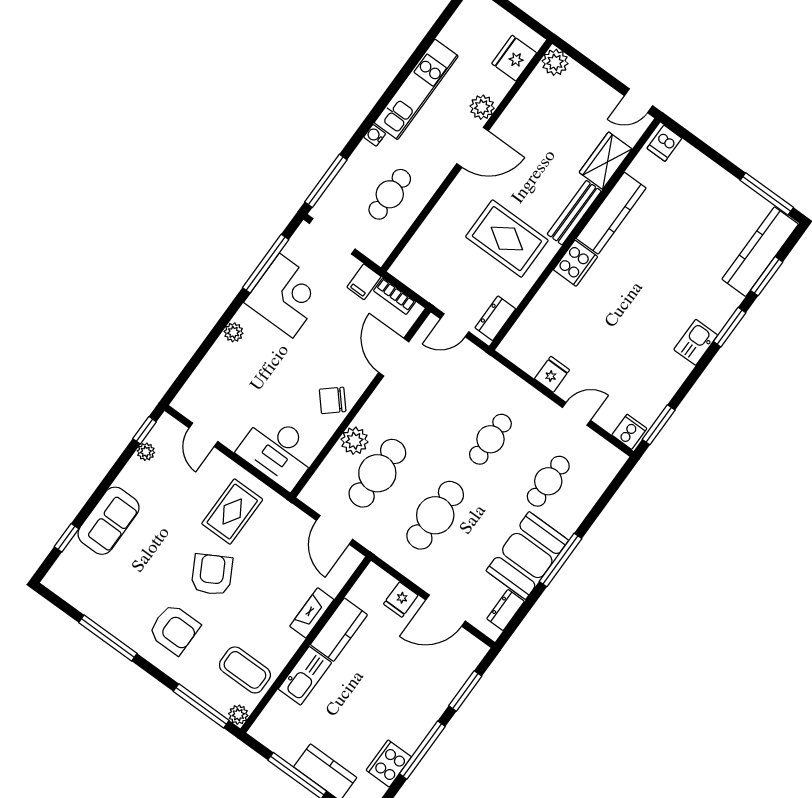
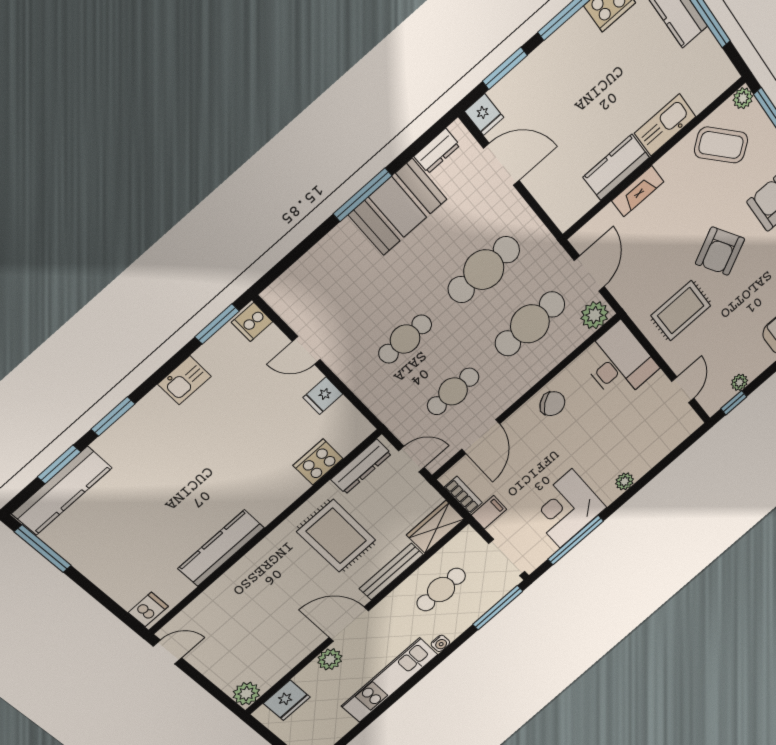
wardrobe: (606, 161) -> (435, 527), moved, turned 180
bench: (574, 213) -> (391, 572), moved
cooker: (575, 263) -> (318, 462), moved
dresser: (495, 318) -> (361, 467), width x1.44
kitchen sink: (696, 342) -> (184, 380), moved
plant: (355, 441) -> (595, 315), moved
cafe table: (548, 481) -> (453, 391), moved
fridge: (401, 600) -> (484, 115), moved, turned 90
coffee table: (245, 670) -> (721, 145), turned -40

